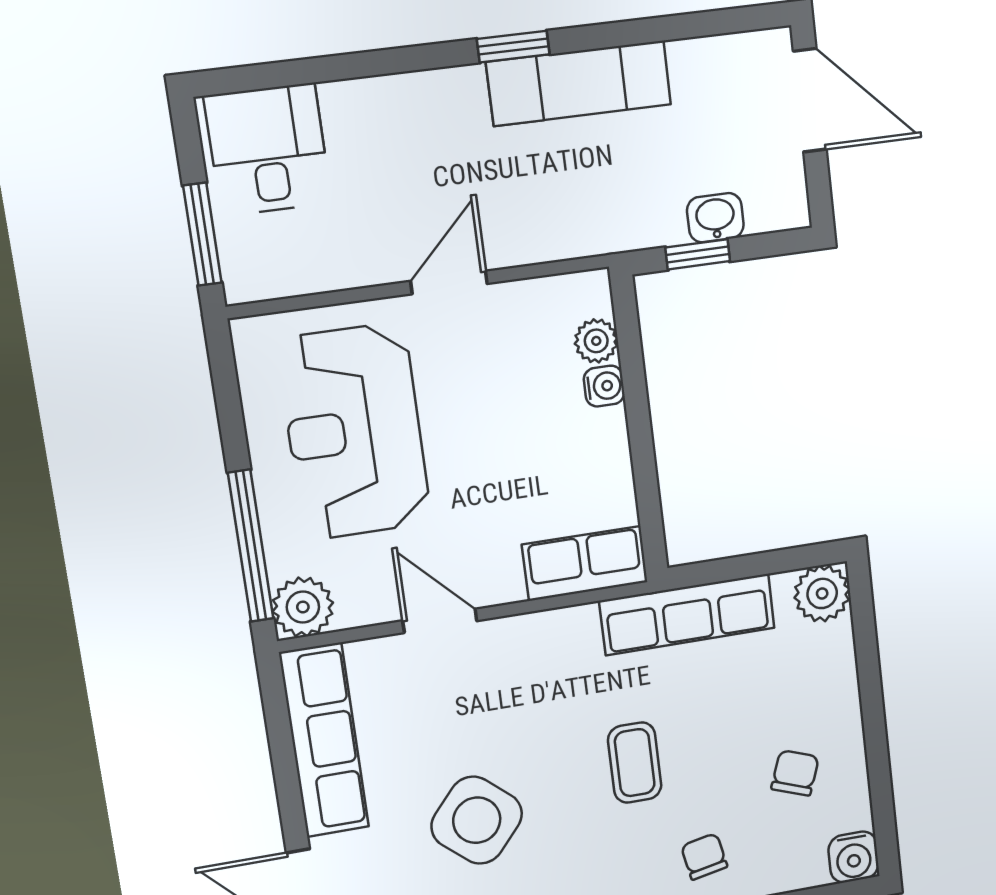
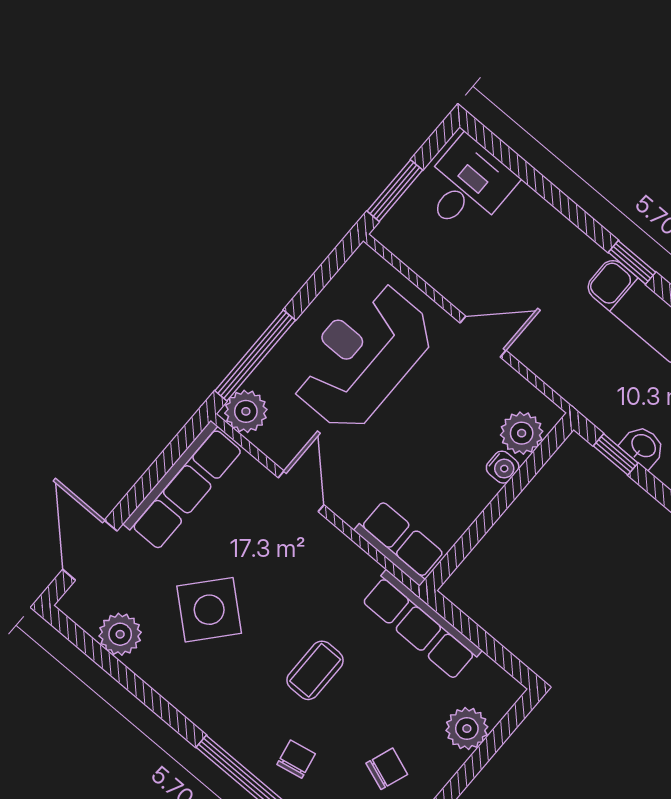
plant: (596, 341) -> (522, 433), width x1.38, depth x1.38
plant: (822, 593) -> (467, 729), moved

